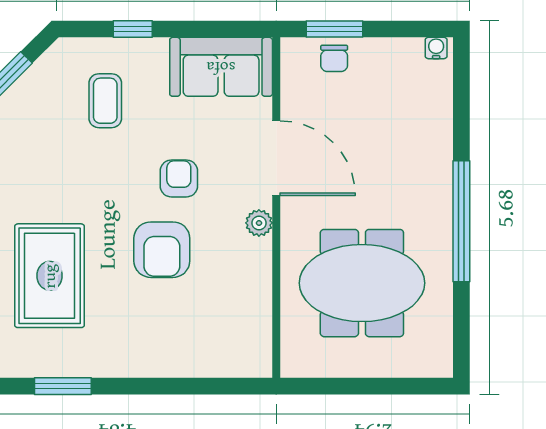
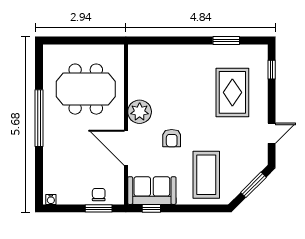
window: (133, 29) -> (151, 208), moved
coffee table: (105, 101) -> (206, 175), width x1.86, depth x1.72
plant: (259, 223) -> (140, 112), width x1.88, depth x1.88
armchair: (162, 250) -> (180, 105), removed

